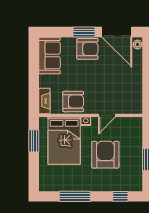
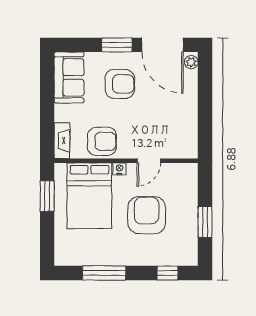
armchair: (87, 49) -> (120, 84), moved

